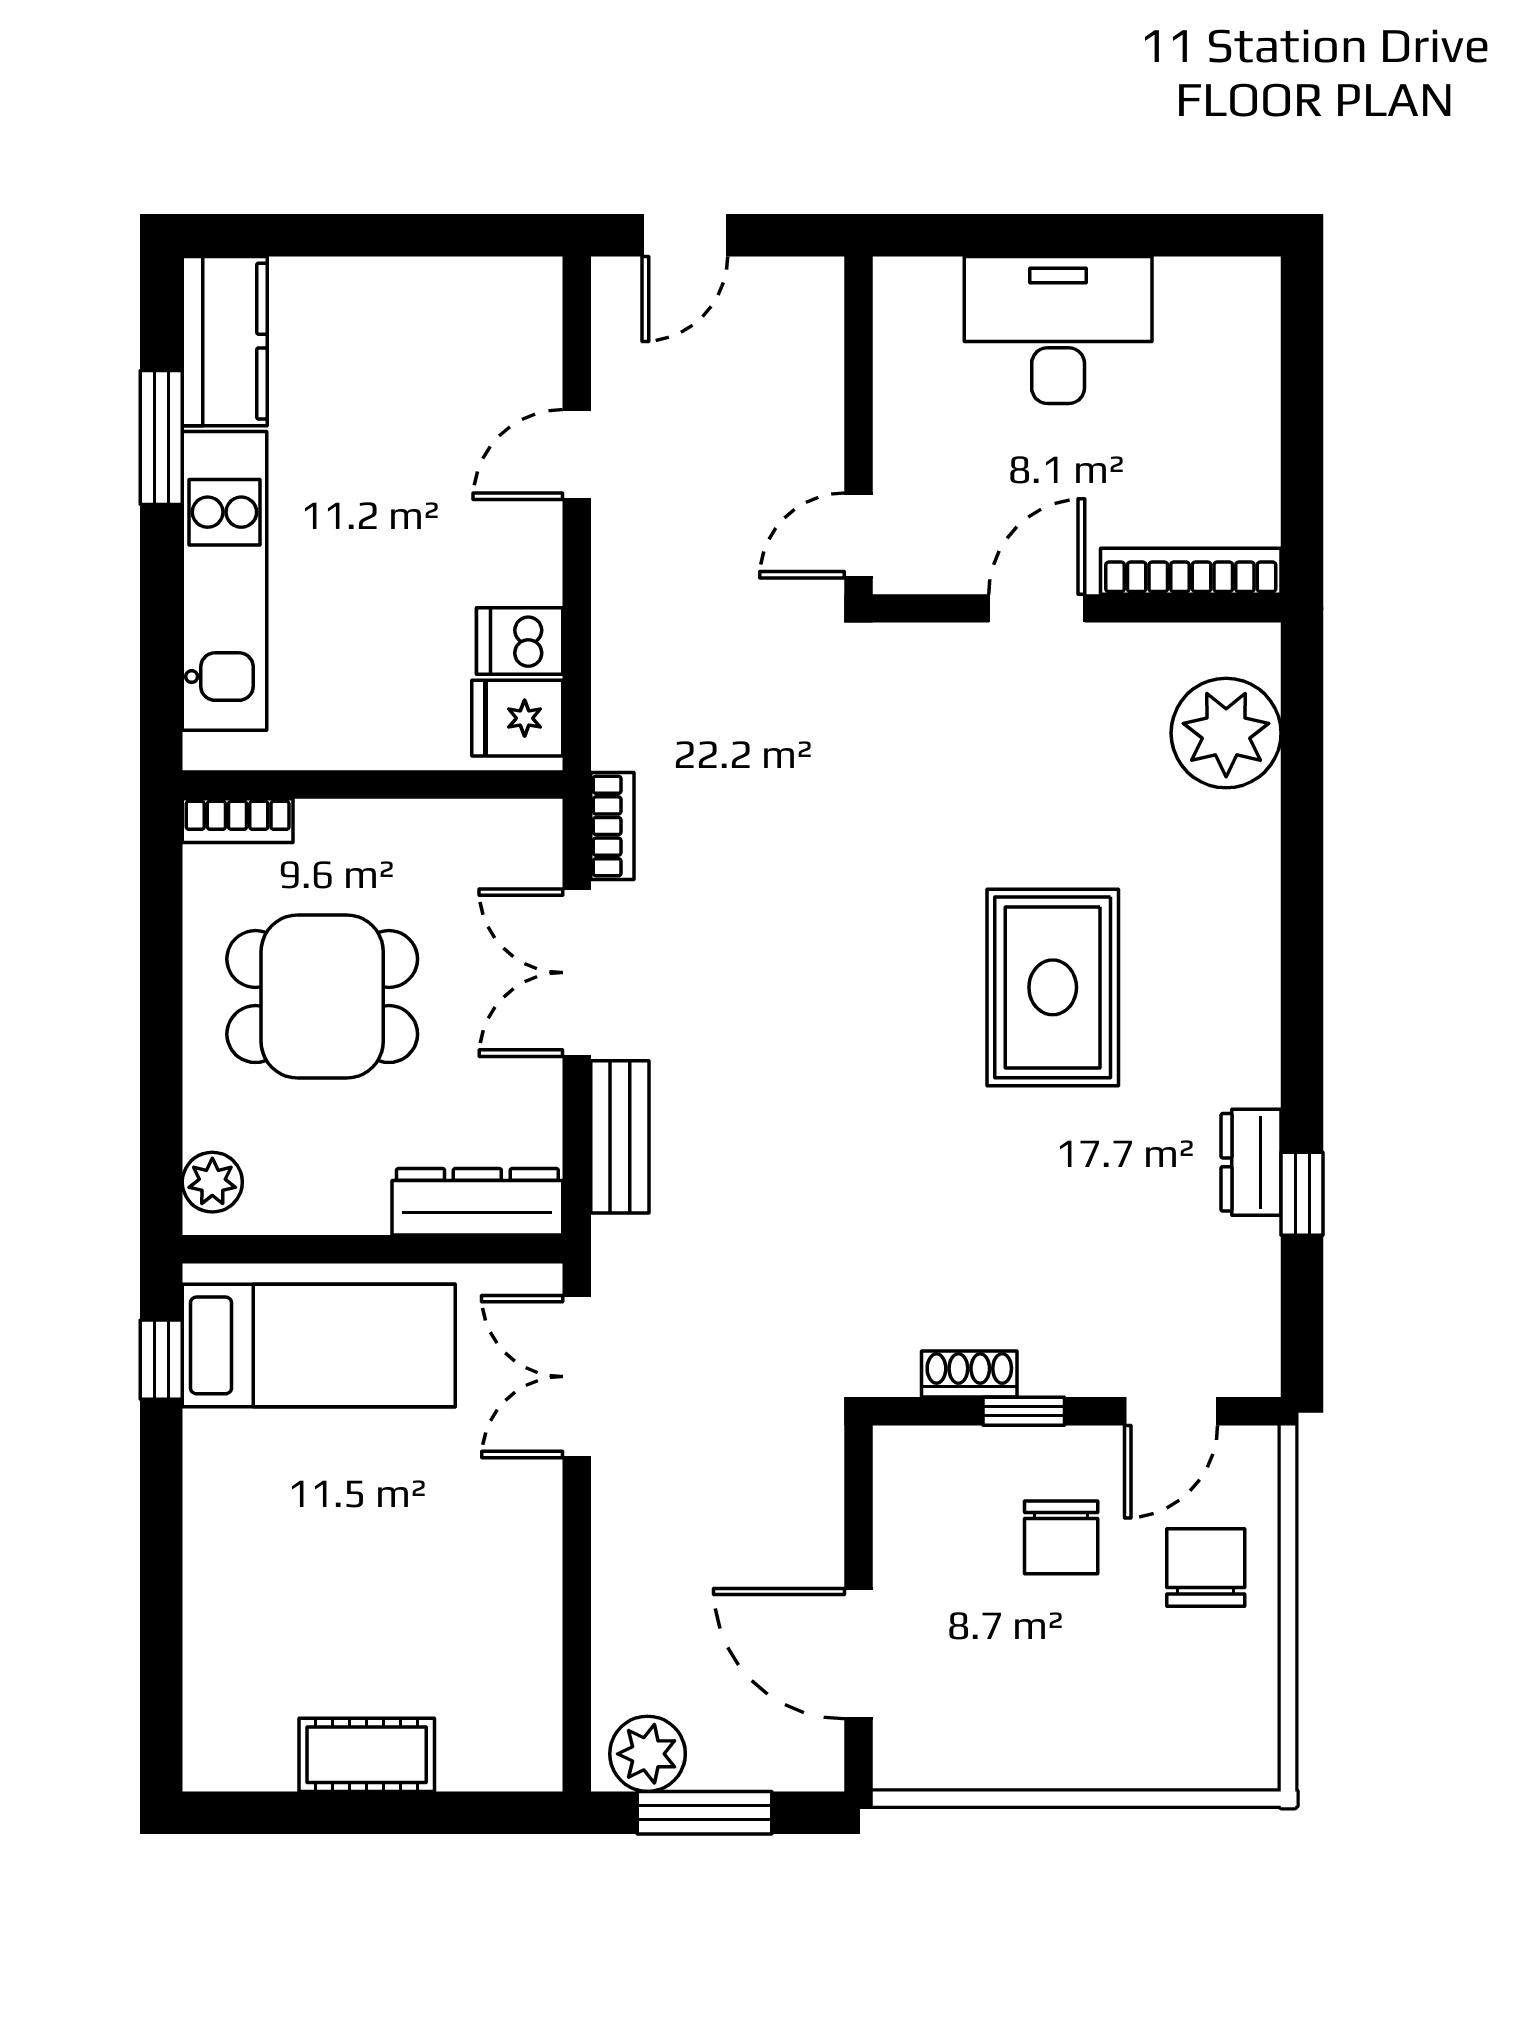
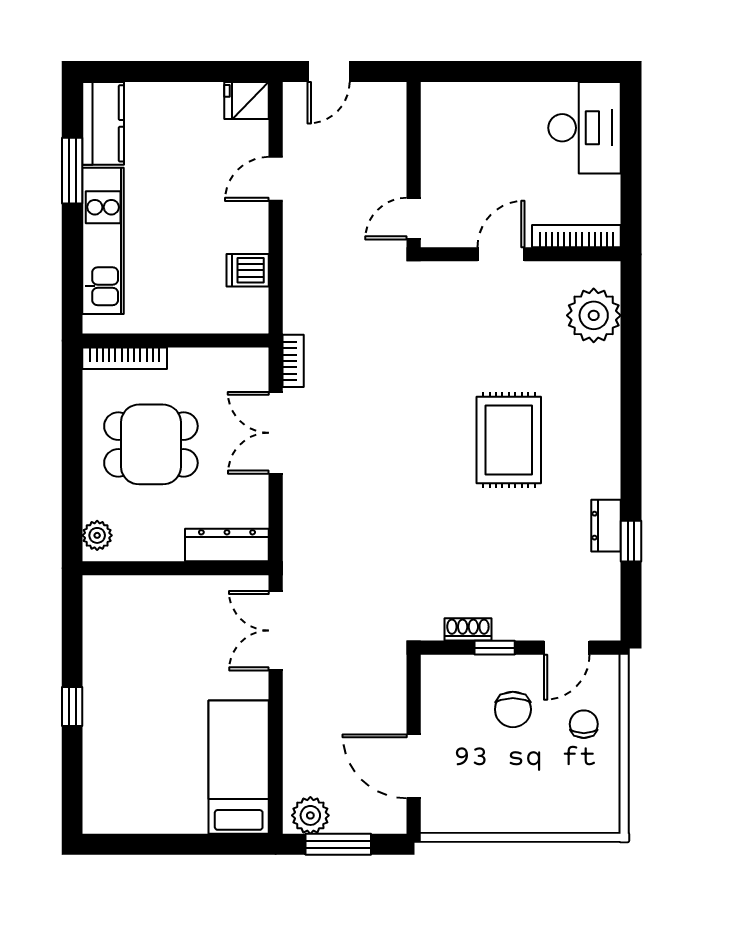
desk: (1058, 330) -> (585, 128), moved, turned 90
fridge: (517, 718) -> (247, 100), moved
bookcase: (238, 821) -> (125, 358), width x1.56
bench: (620, 1137) -> (297, 513), removed
bed: (319, 1345) -> (239, 767), moved, turned -90
window: (161, 1360) -> (72, 707), moved
chair: (1206, 1567) -> (584, 724), width x0.73, depth x0.73
cot: (367, 1755) -> (173, 816), removed

